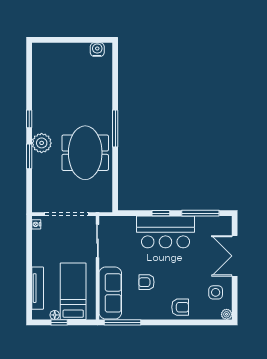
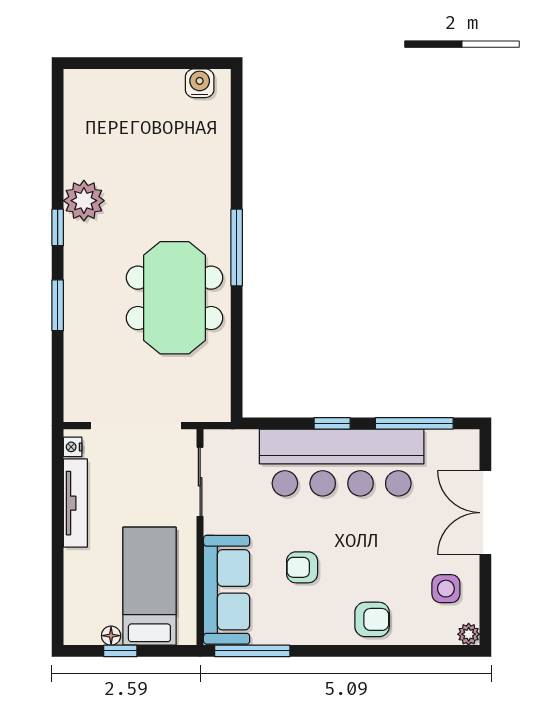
plant: (42, 143) -> (84, 201), moved
bar counter: (165, 232) -> (342, 463), width x1.36
tv unit: (38, 288) -> (75, 503), moved

